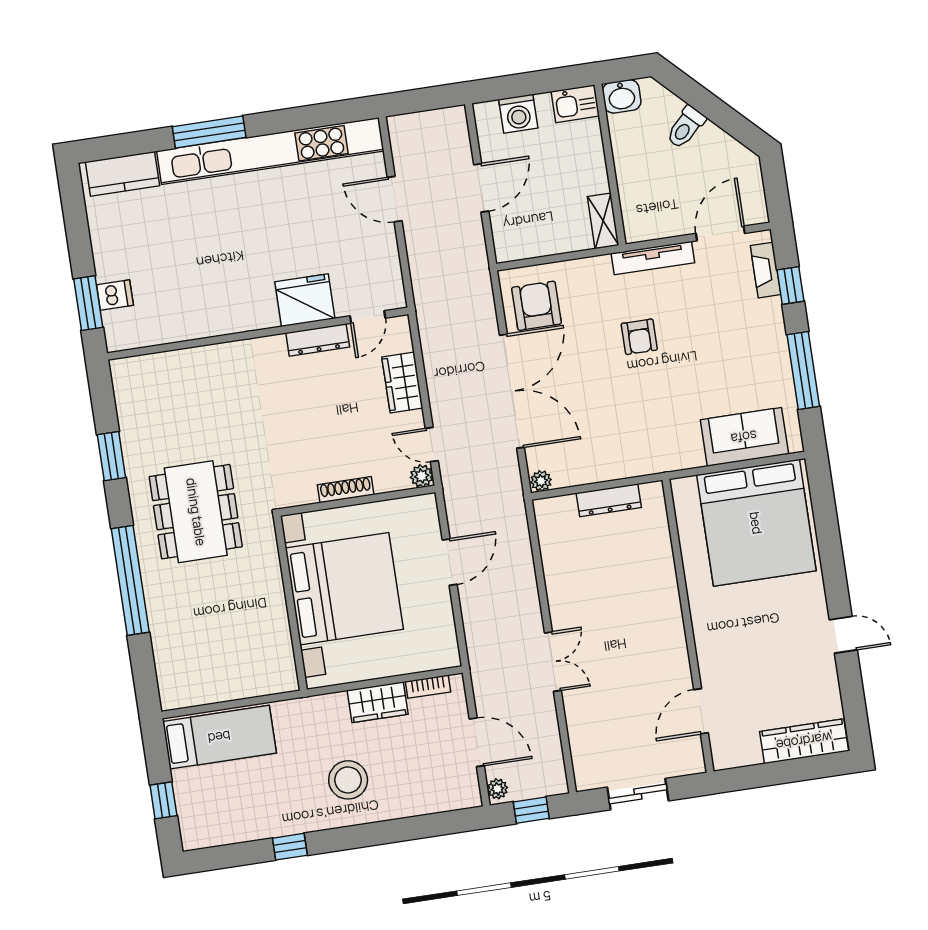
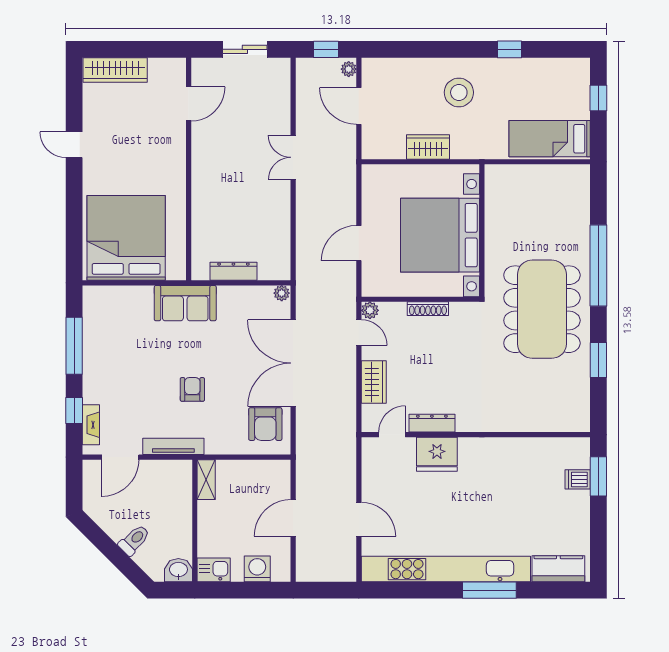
sofa: (744, 437) -> (185, 303), moved
dining table: (196, 512) -> (542, 309), width x1.36, depth x1.24
bookcase: (428, 687) -> (389, 153), removed

